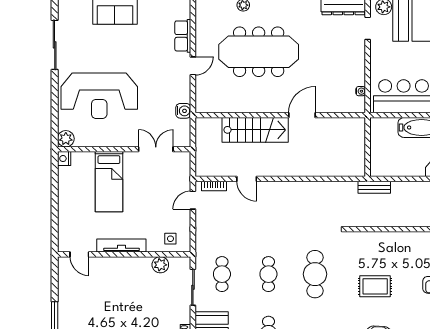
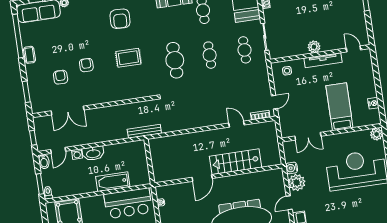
plant: (180, 91) -> (297, 182), added
nightstand: (64, 159) -> (373, 103), moved
bench: (374, 187) -> (144, 131), width x1.36
plant: (160, 265) -> (314, 47), moved

